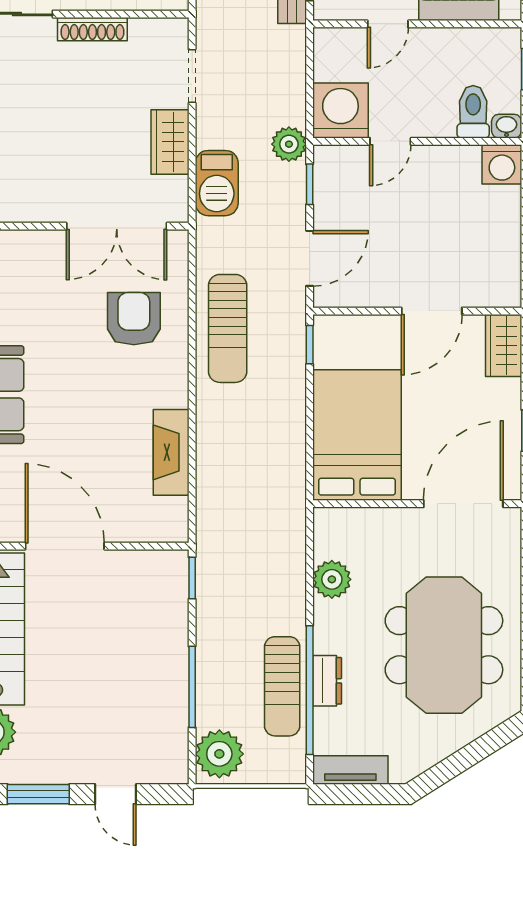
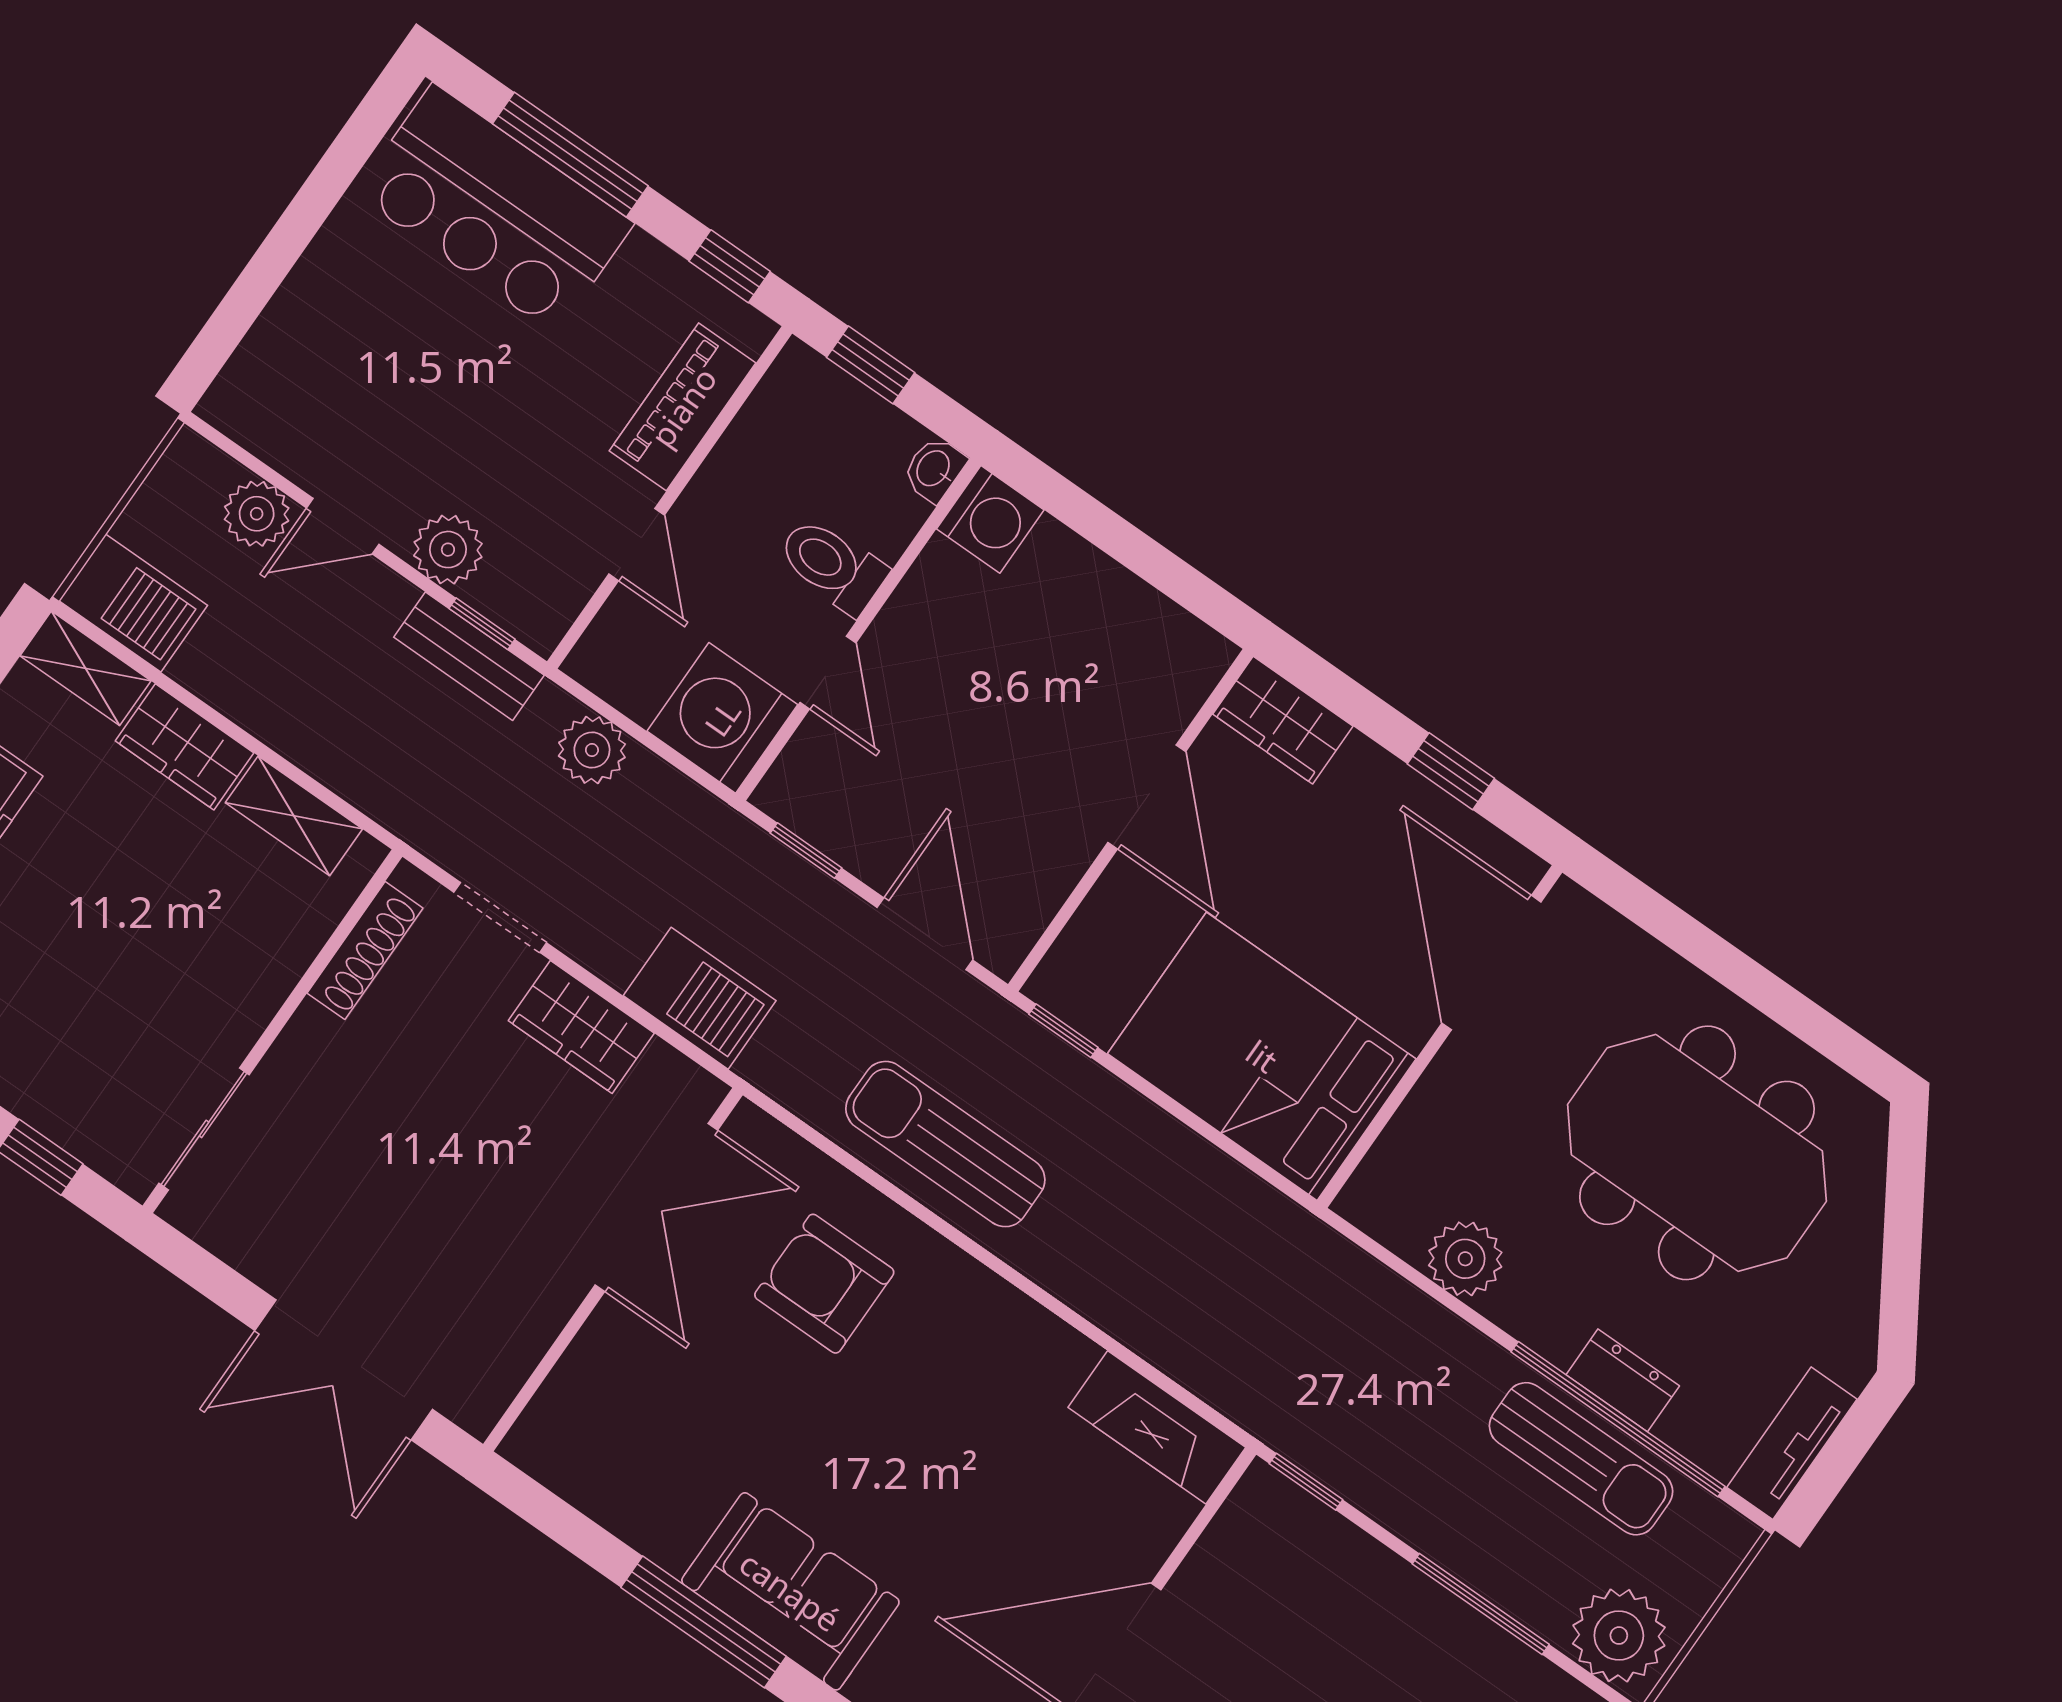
shoe rack: (92, 29) -> (365, 951), moved
toilet: (473, 112) -> (832, 565), moved
plant: (289, 144) -> (592, 750), moved
sun lounger: (228, 328) -> (945, 1144), turned 180
fireplace: (171, 452) -> (1157, 1427), moved

